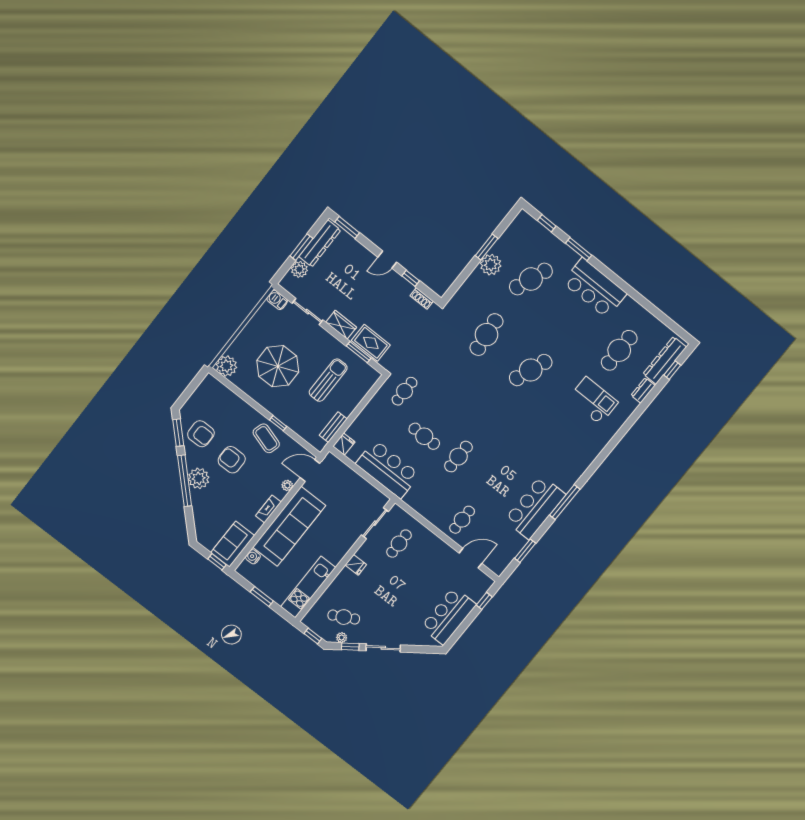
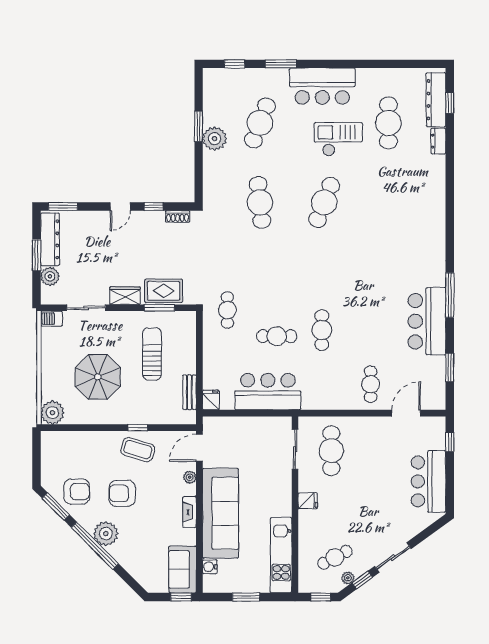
checkout: (593, 401) -> (338, 139), moved
cafe table: (399, 544) -> (331, 451), width x1.37, depth x1.35

